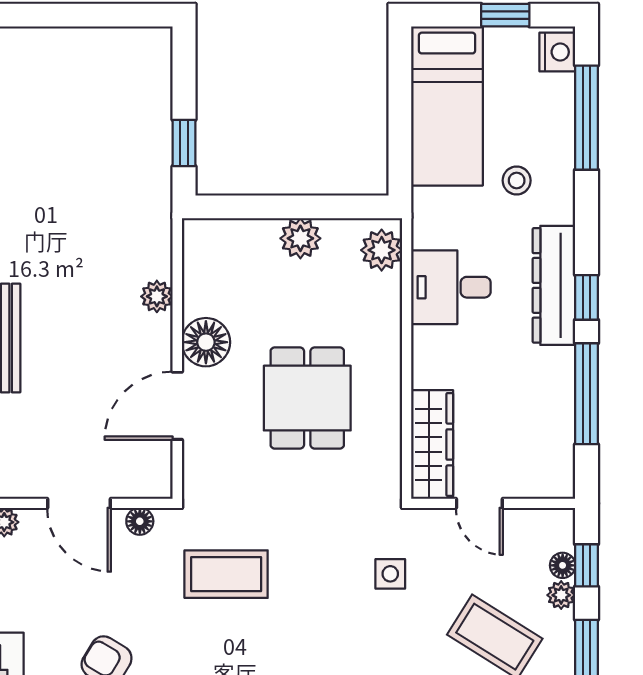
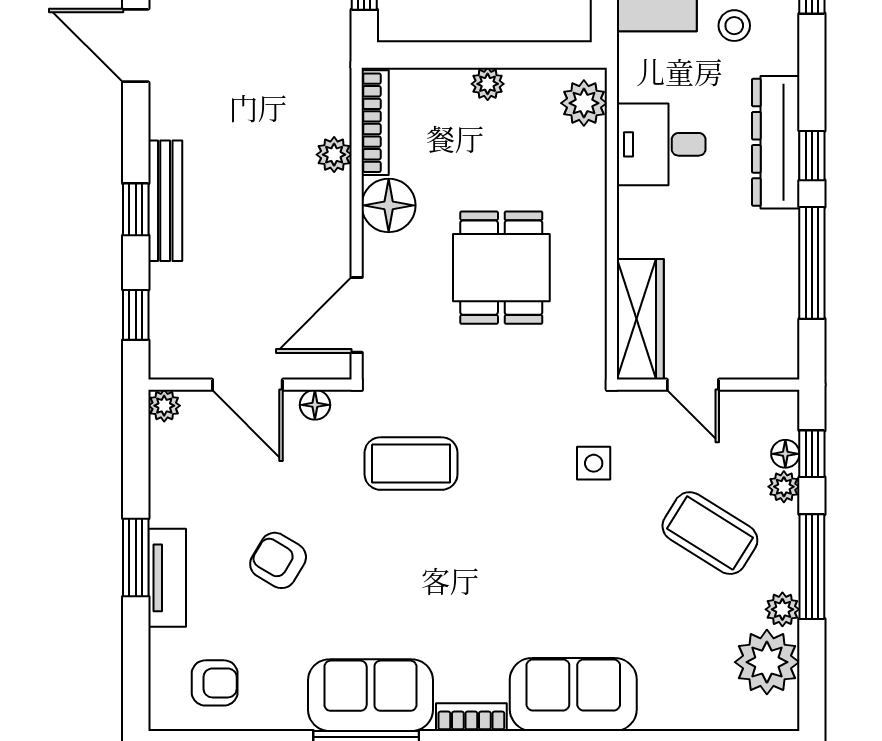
plant: (300, 238) -> (488, 84), width x0.73, depth x0.73
bookcase: (194, 268) -> (375, 123), added
door: (177, 406) -> (357, 315), moved

